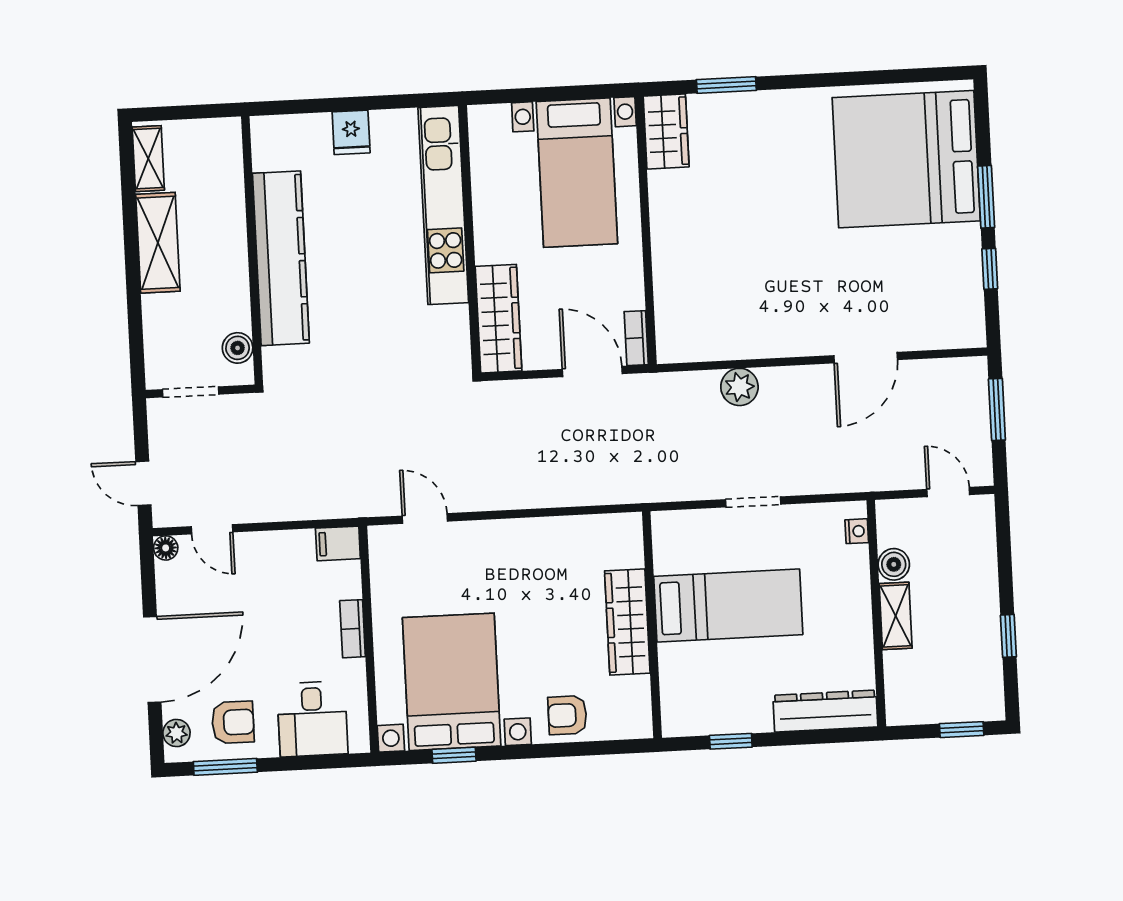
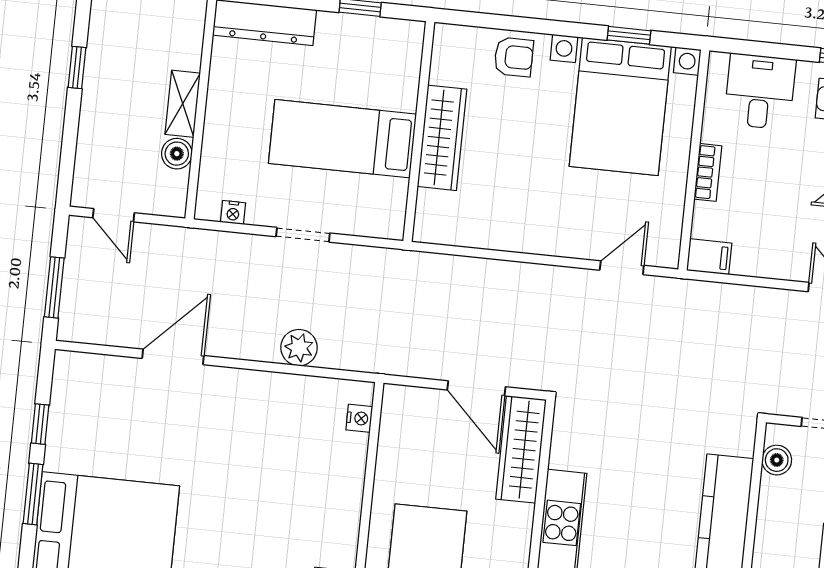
nightstand: (667, 325) -> (359, 418), added
bookcase: (636, 338) -> (391, 410), removed
door: (592, 372) -> (476, 388), moved
door: (425, 519) -> (622, 268), swing flipped
nightstand: (857, 531) -> (233, 212), moved, turned -90

